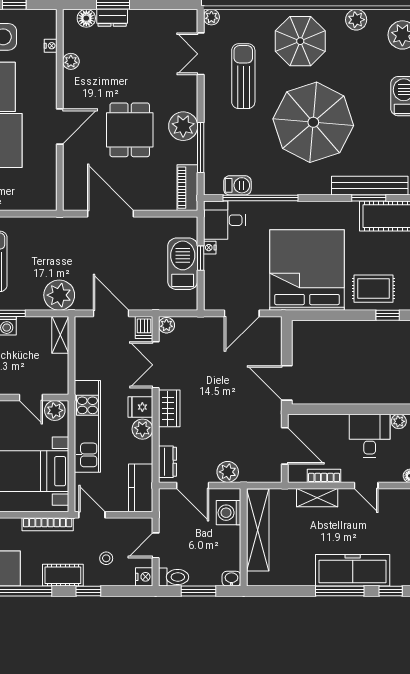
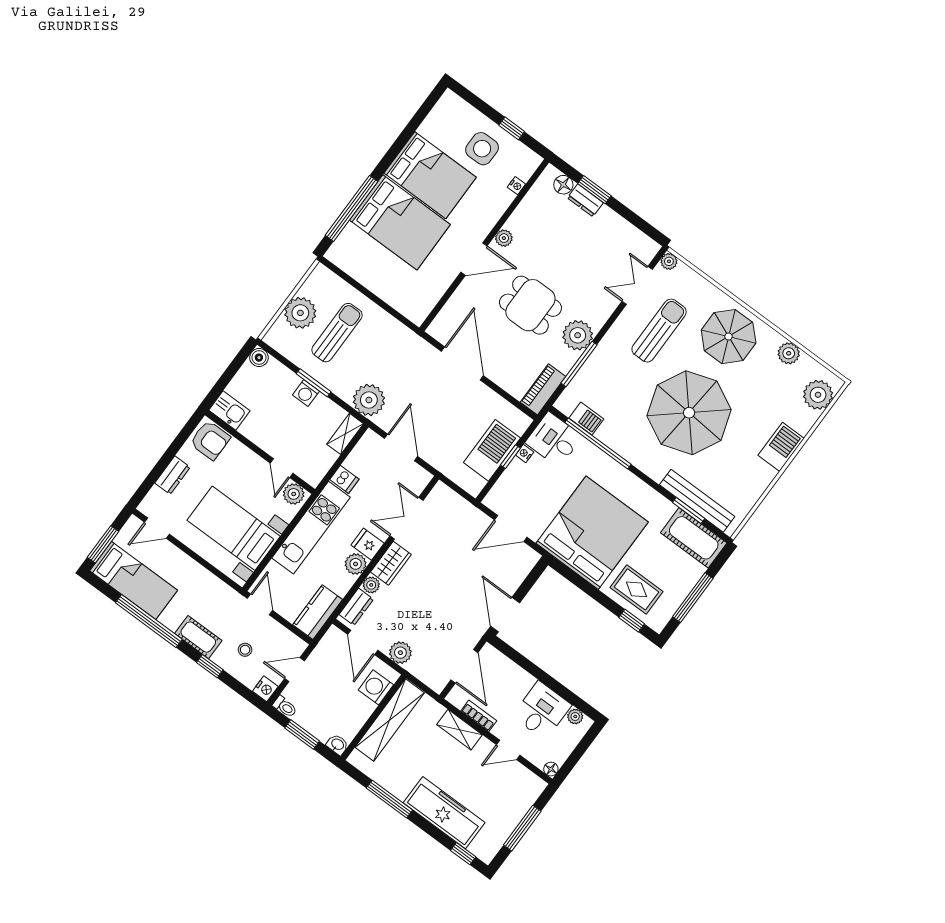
plant: (71, 61) -> (504, 238), moved
dining table: (130, 130) -> (530, 305), turned 90
plant: (166, 325) -> (371, 585), moved
dishwasher: (144, 327) -> (344, 479), moved, turned -90
door: (366, 485) -> (508, 750), hinge flipped
bookcase: (48, 524) -> (217, 585), removed
toilet: (174, 577) -> (285, 707), width x0.73, depth x0.72
window: (340, 591) -> (389, 799), moved

